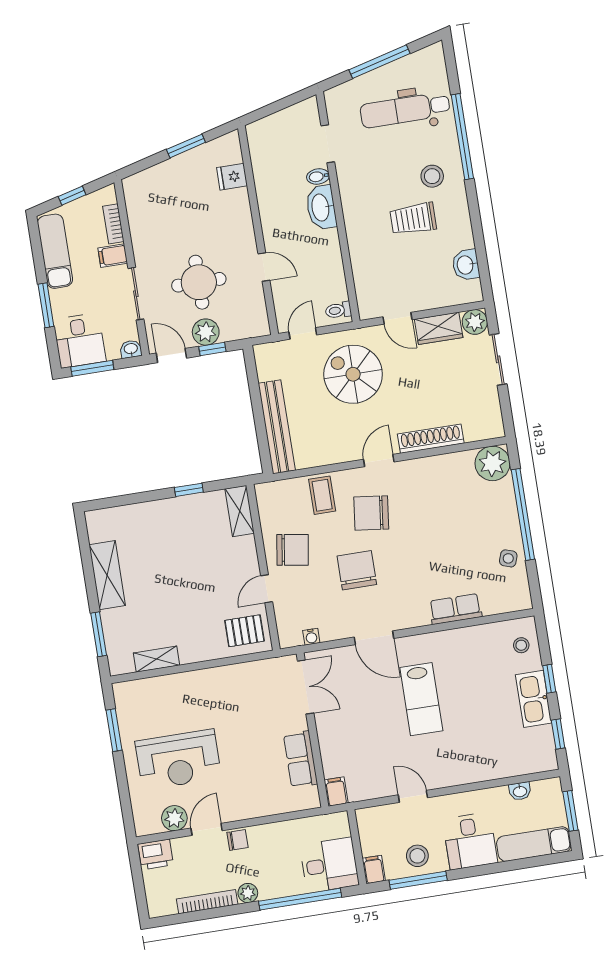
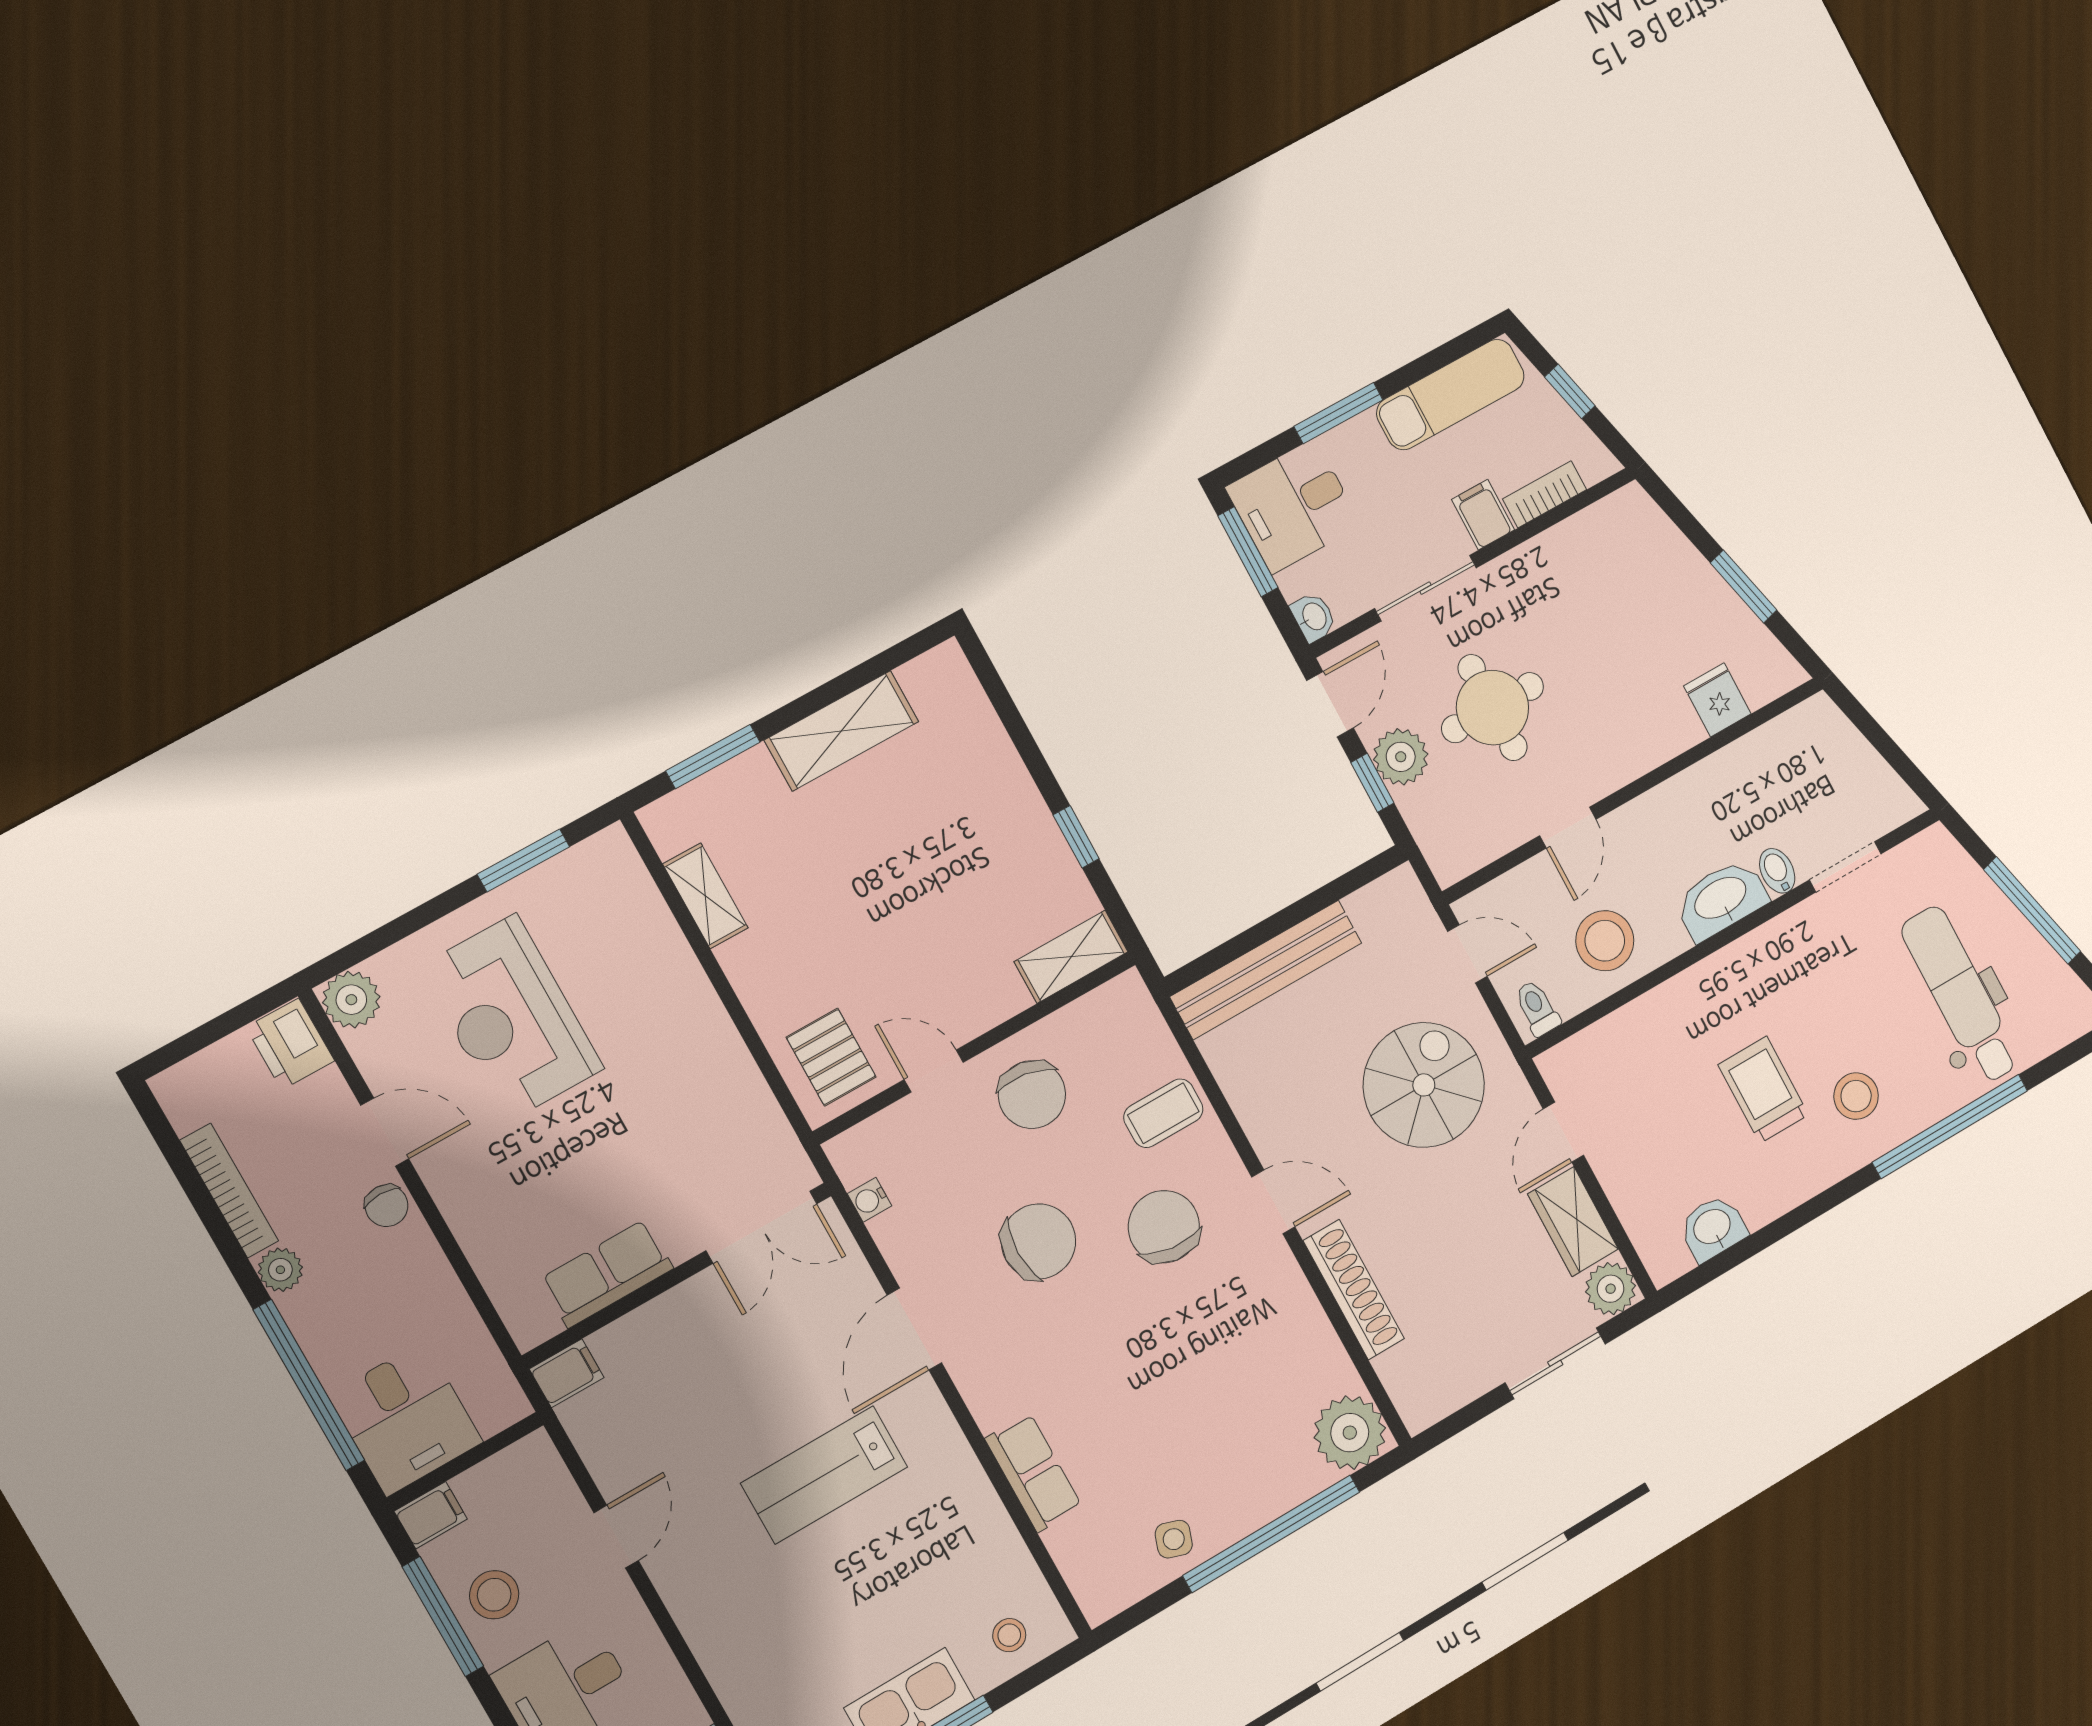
stool: (320, 268) -> (1605, 941), added
plant: (174, 818) -> (351, 1000), moved

